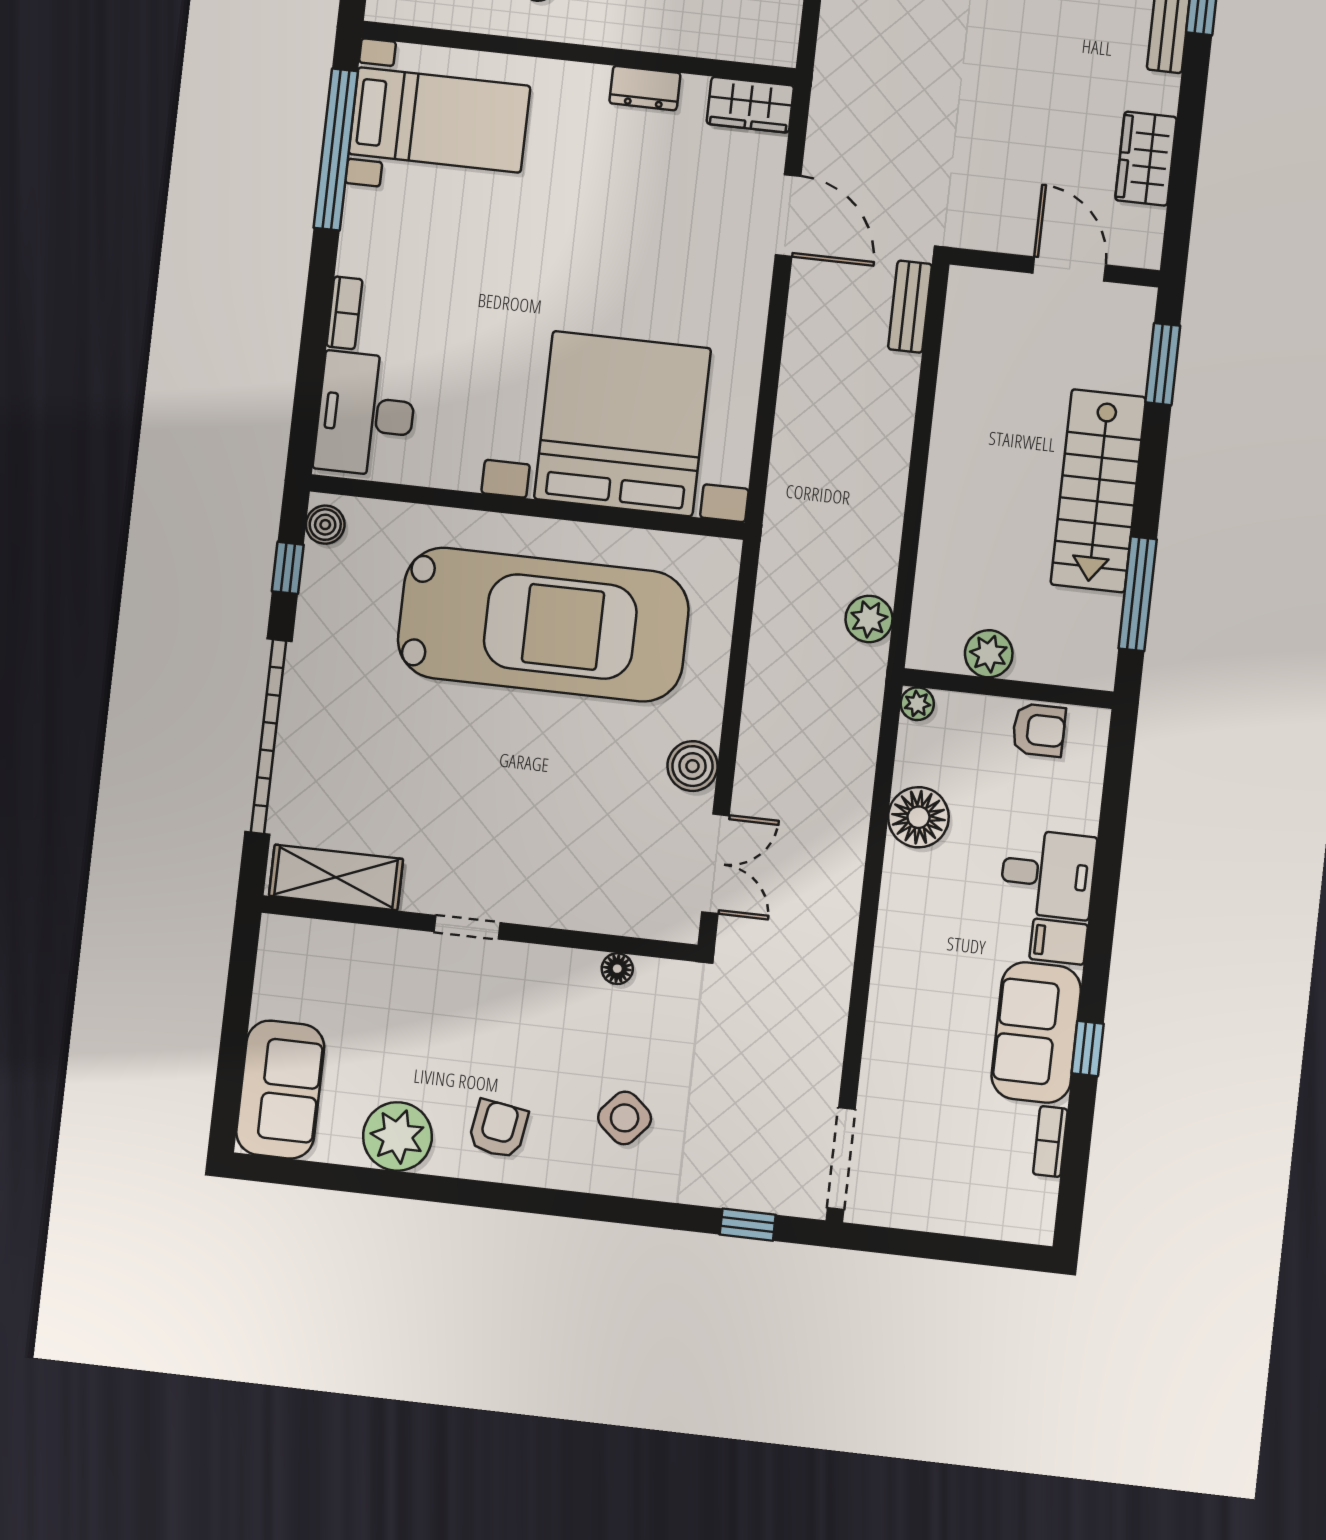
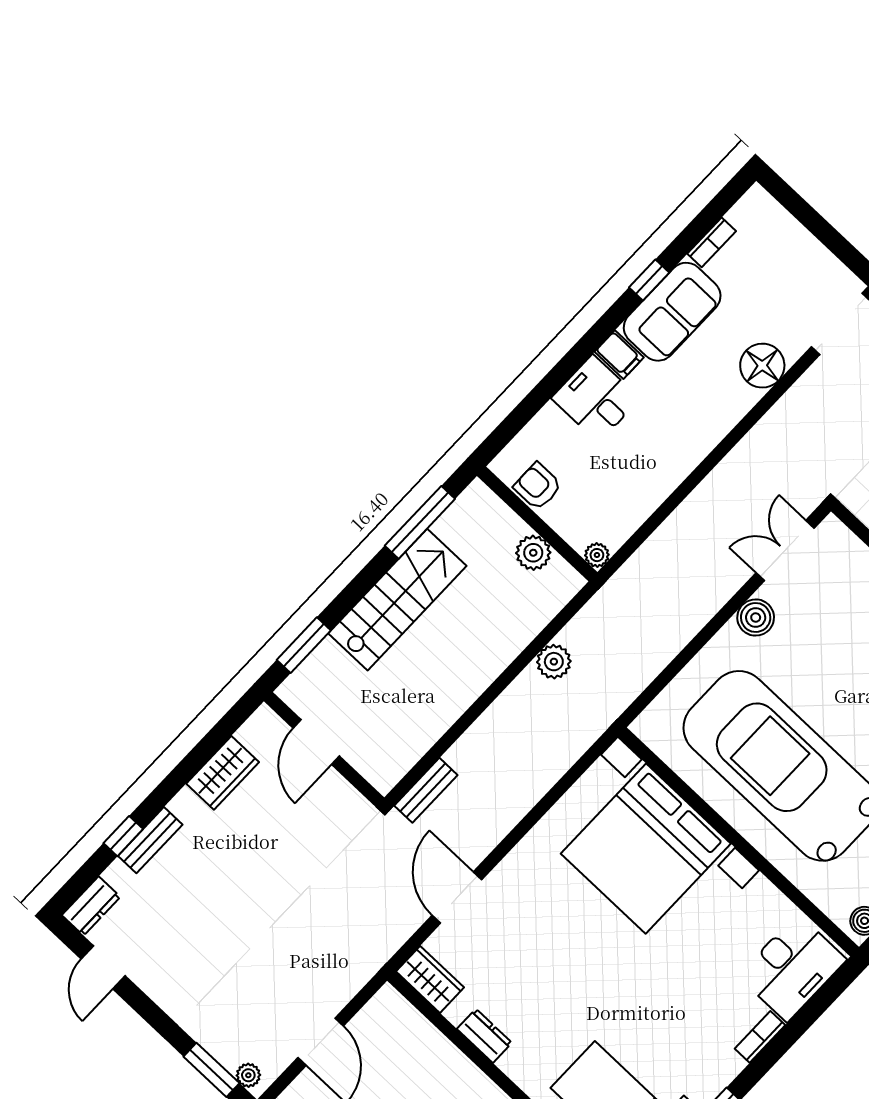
plant: (869, 619) -> (554, 662), moved
floor lamp: (918, 817) -> (762, 366), moved

